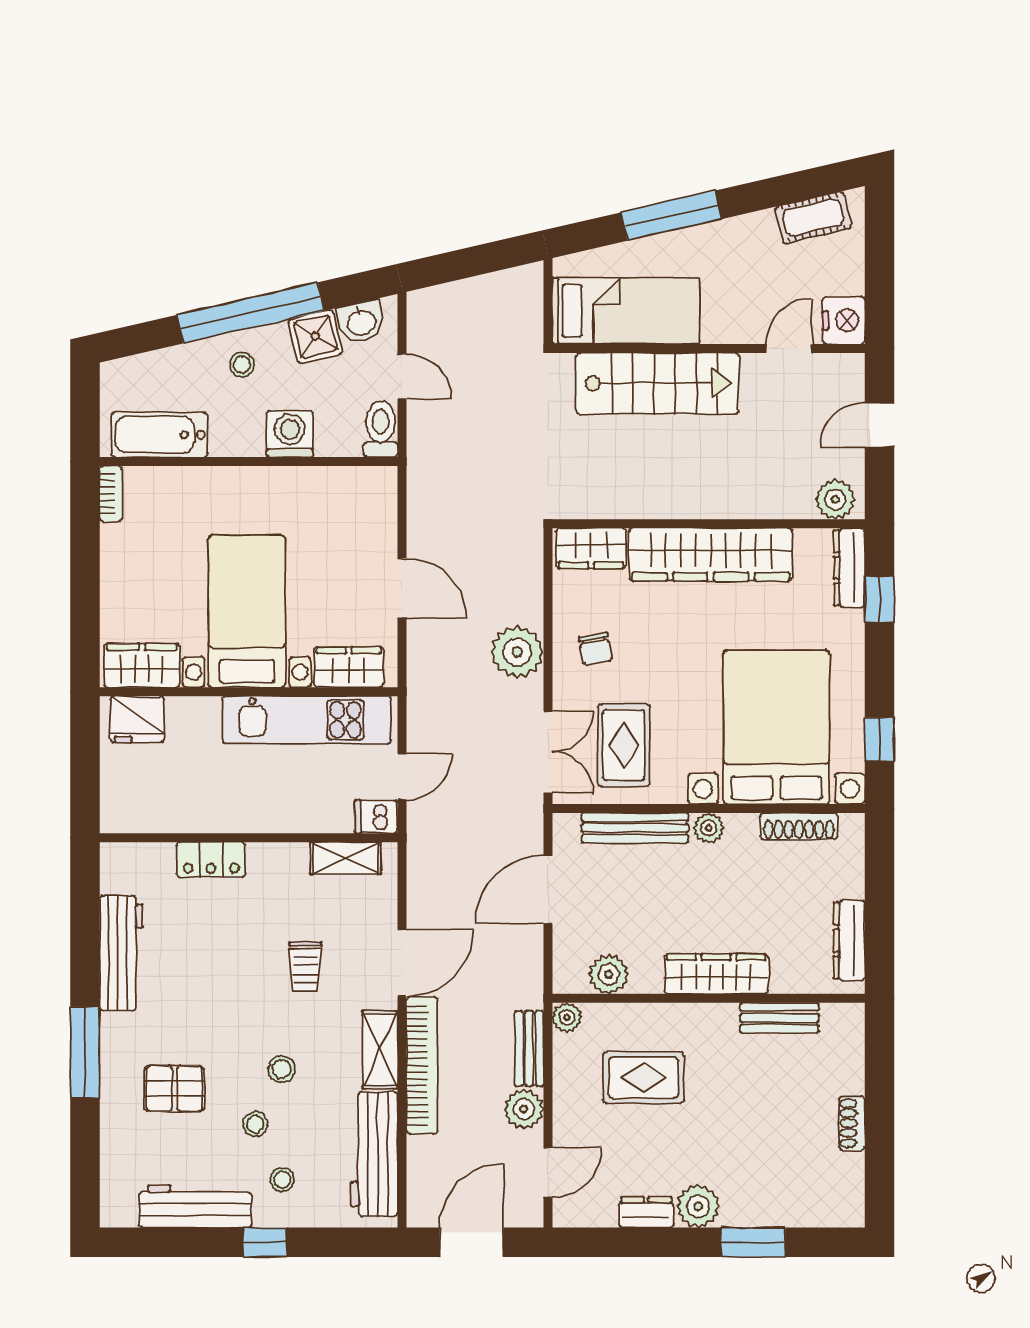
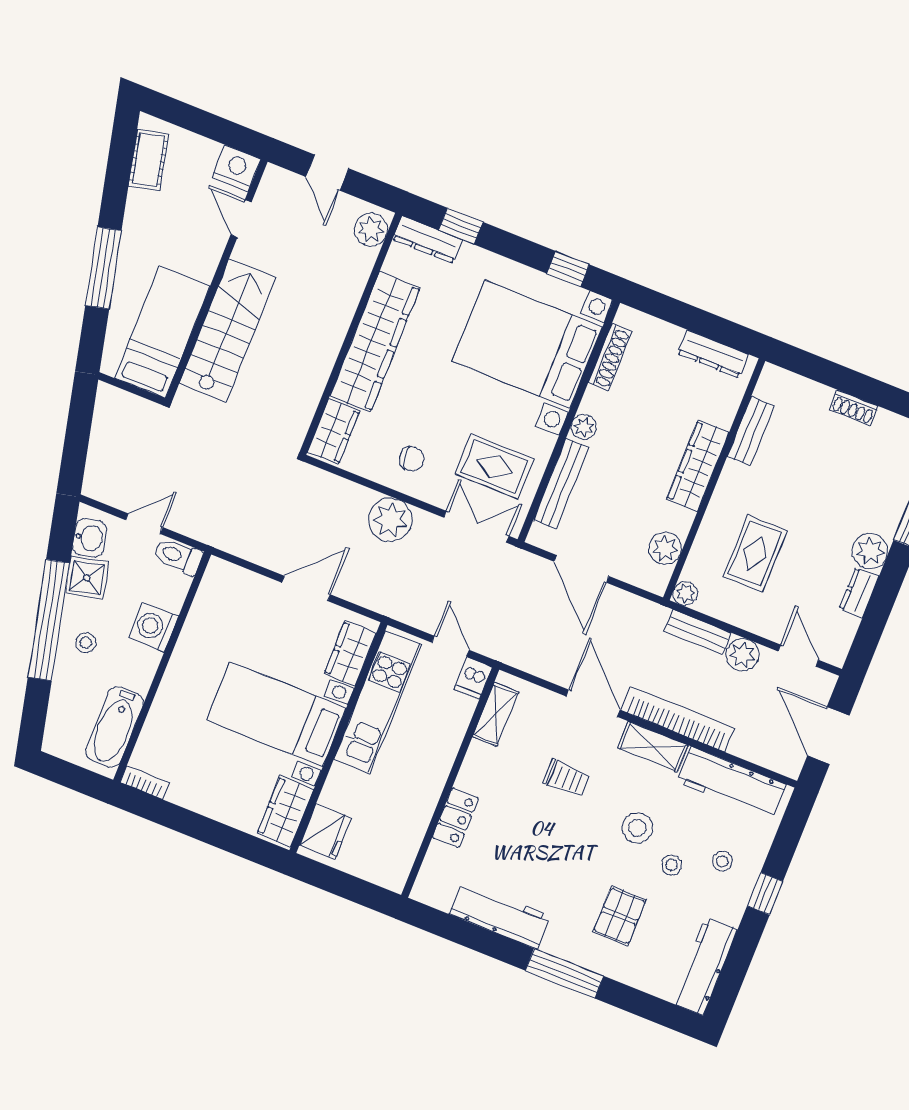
stool: (281, 1069) -> (637, 828), width x1.37, depth x1.37
workbench: (195, 1206) -> (704, 966), moved

